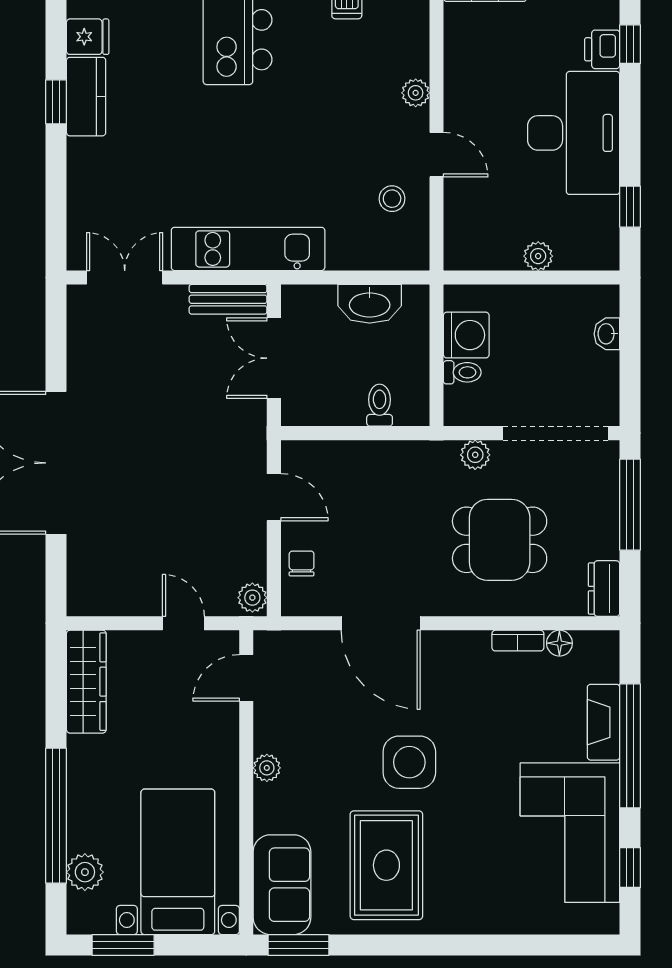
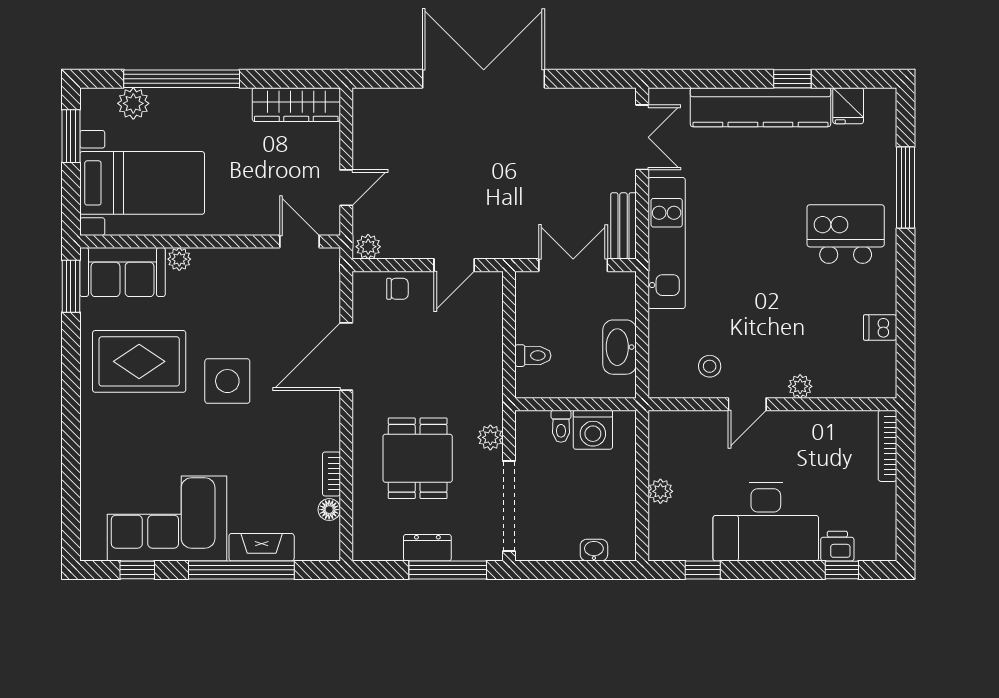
kitchen counter: (86, 97) -> (760, 107), width x2.08, depth x1.17
dresser: (604, 589) -> (427, 548), moved
plant: (267, 768) -> (179, 259), moved

